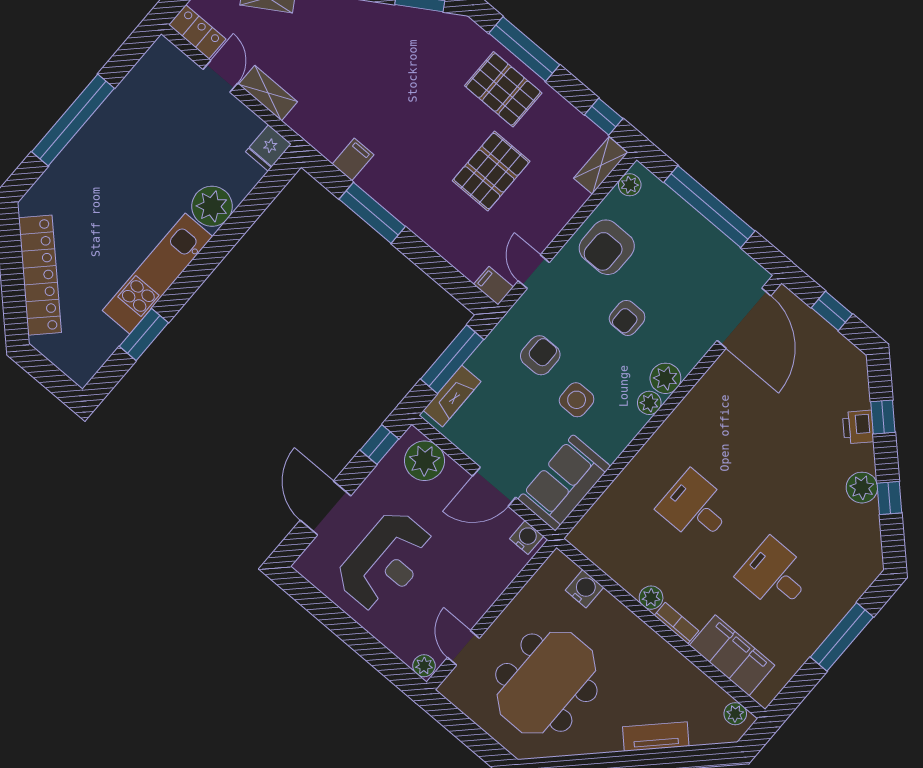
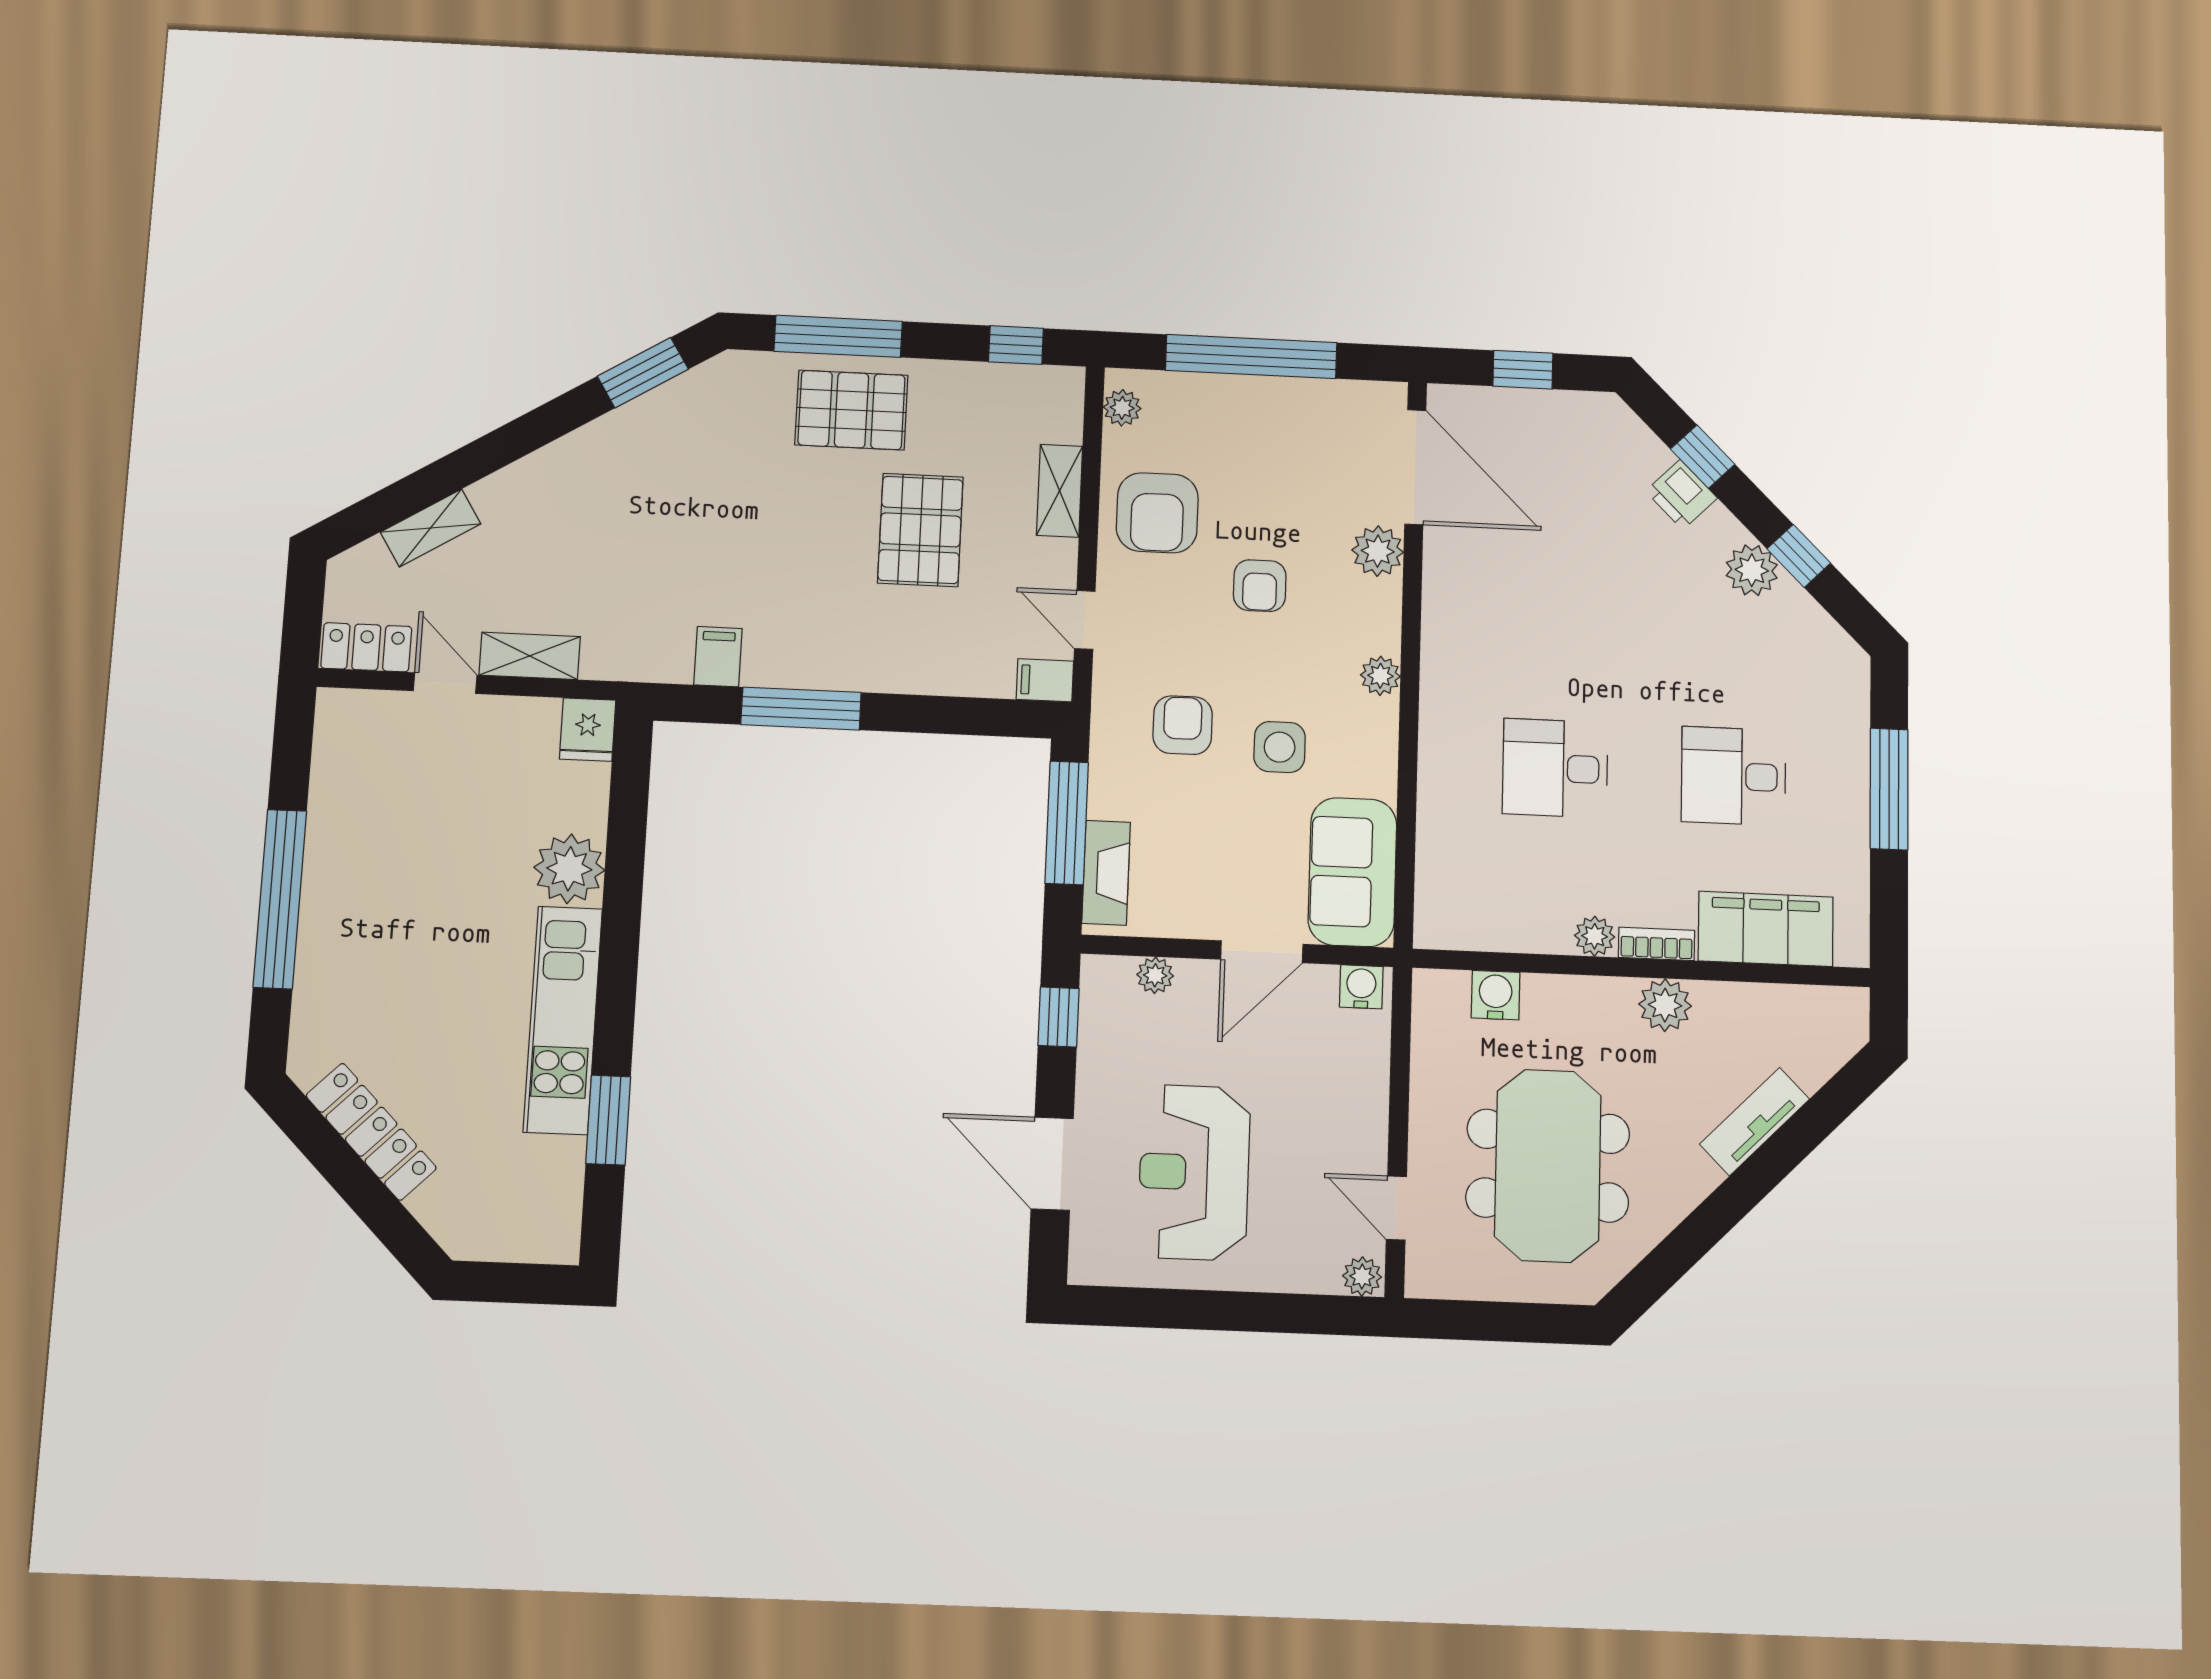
shelving: (601, 166) -> (1060, 491), moved
locker: (40, 275) -> (371, 1132), width x0.71, depth x0.83
plant: (665, 378) -> (1378, 551), moved
plant: (425, 461) -> (1155, 975), width x0.53, depth x0.53
reception desk: (386, 561) -> (1194, 1172), turned 180
plant: (735, 714) -> (1665, 1005), moved, width x1.38, depth x1.38

